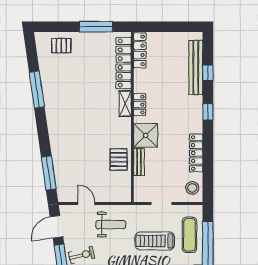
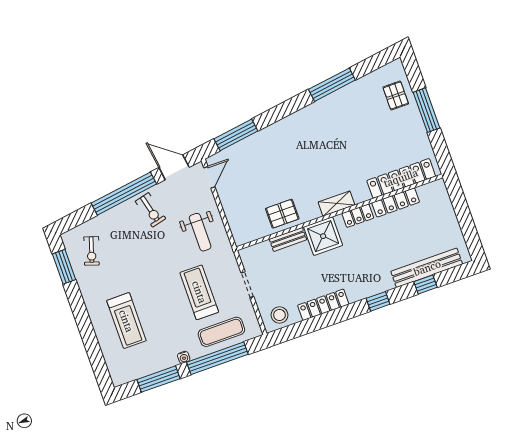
window: (96, 27) -> (426, 110), moved
locker: (140, 50) -> (396, 202), moved
shelving: (125, 104) -> (336, 204), moved
door: (86, 204) -> (209, 177), moved

